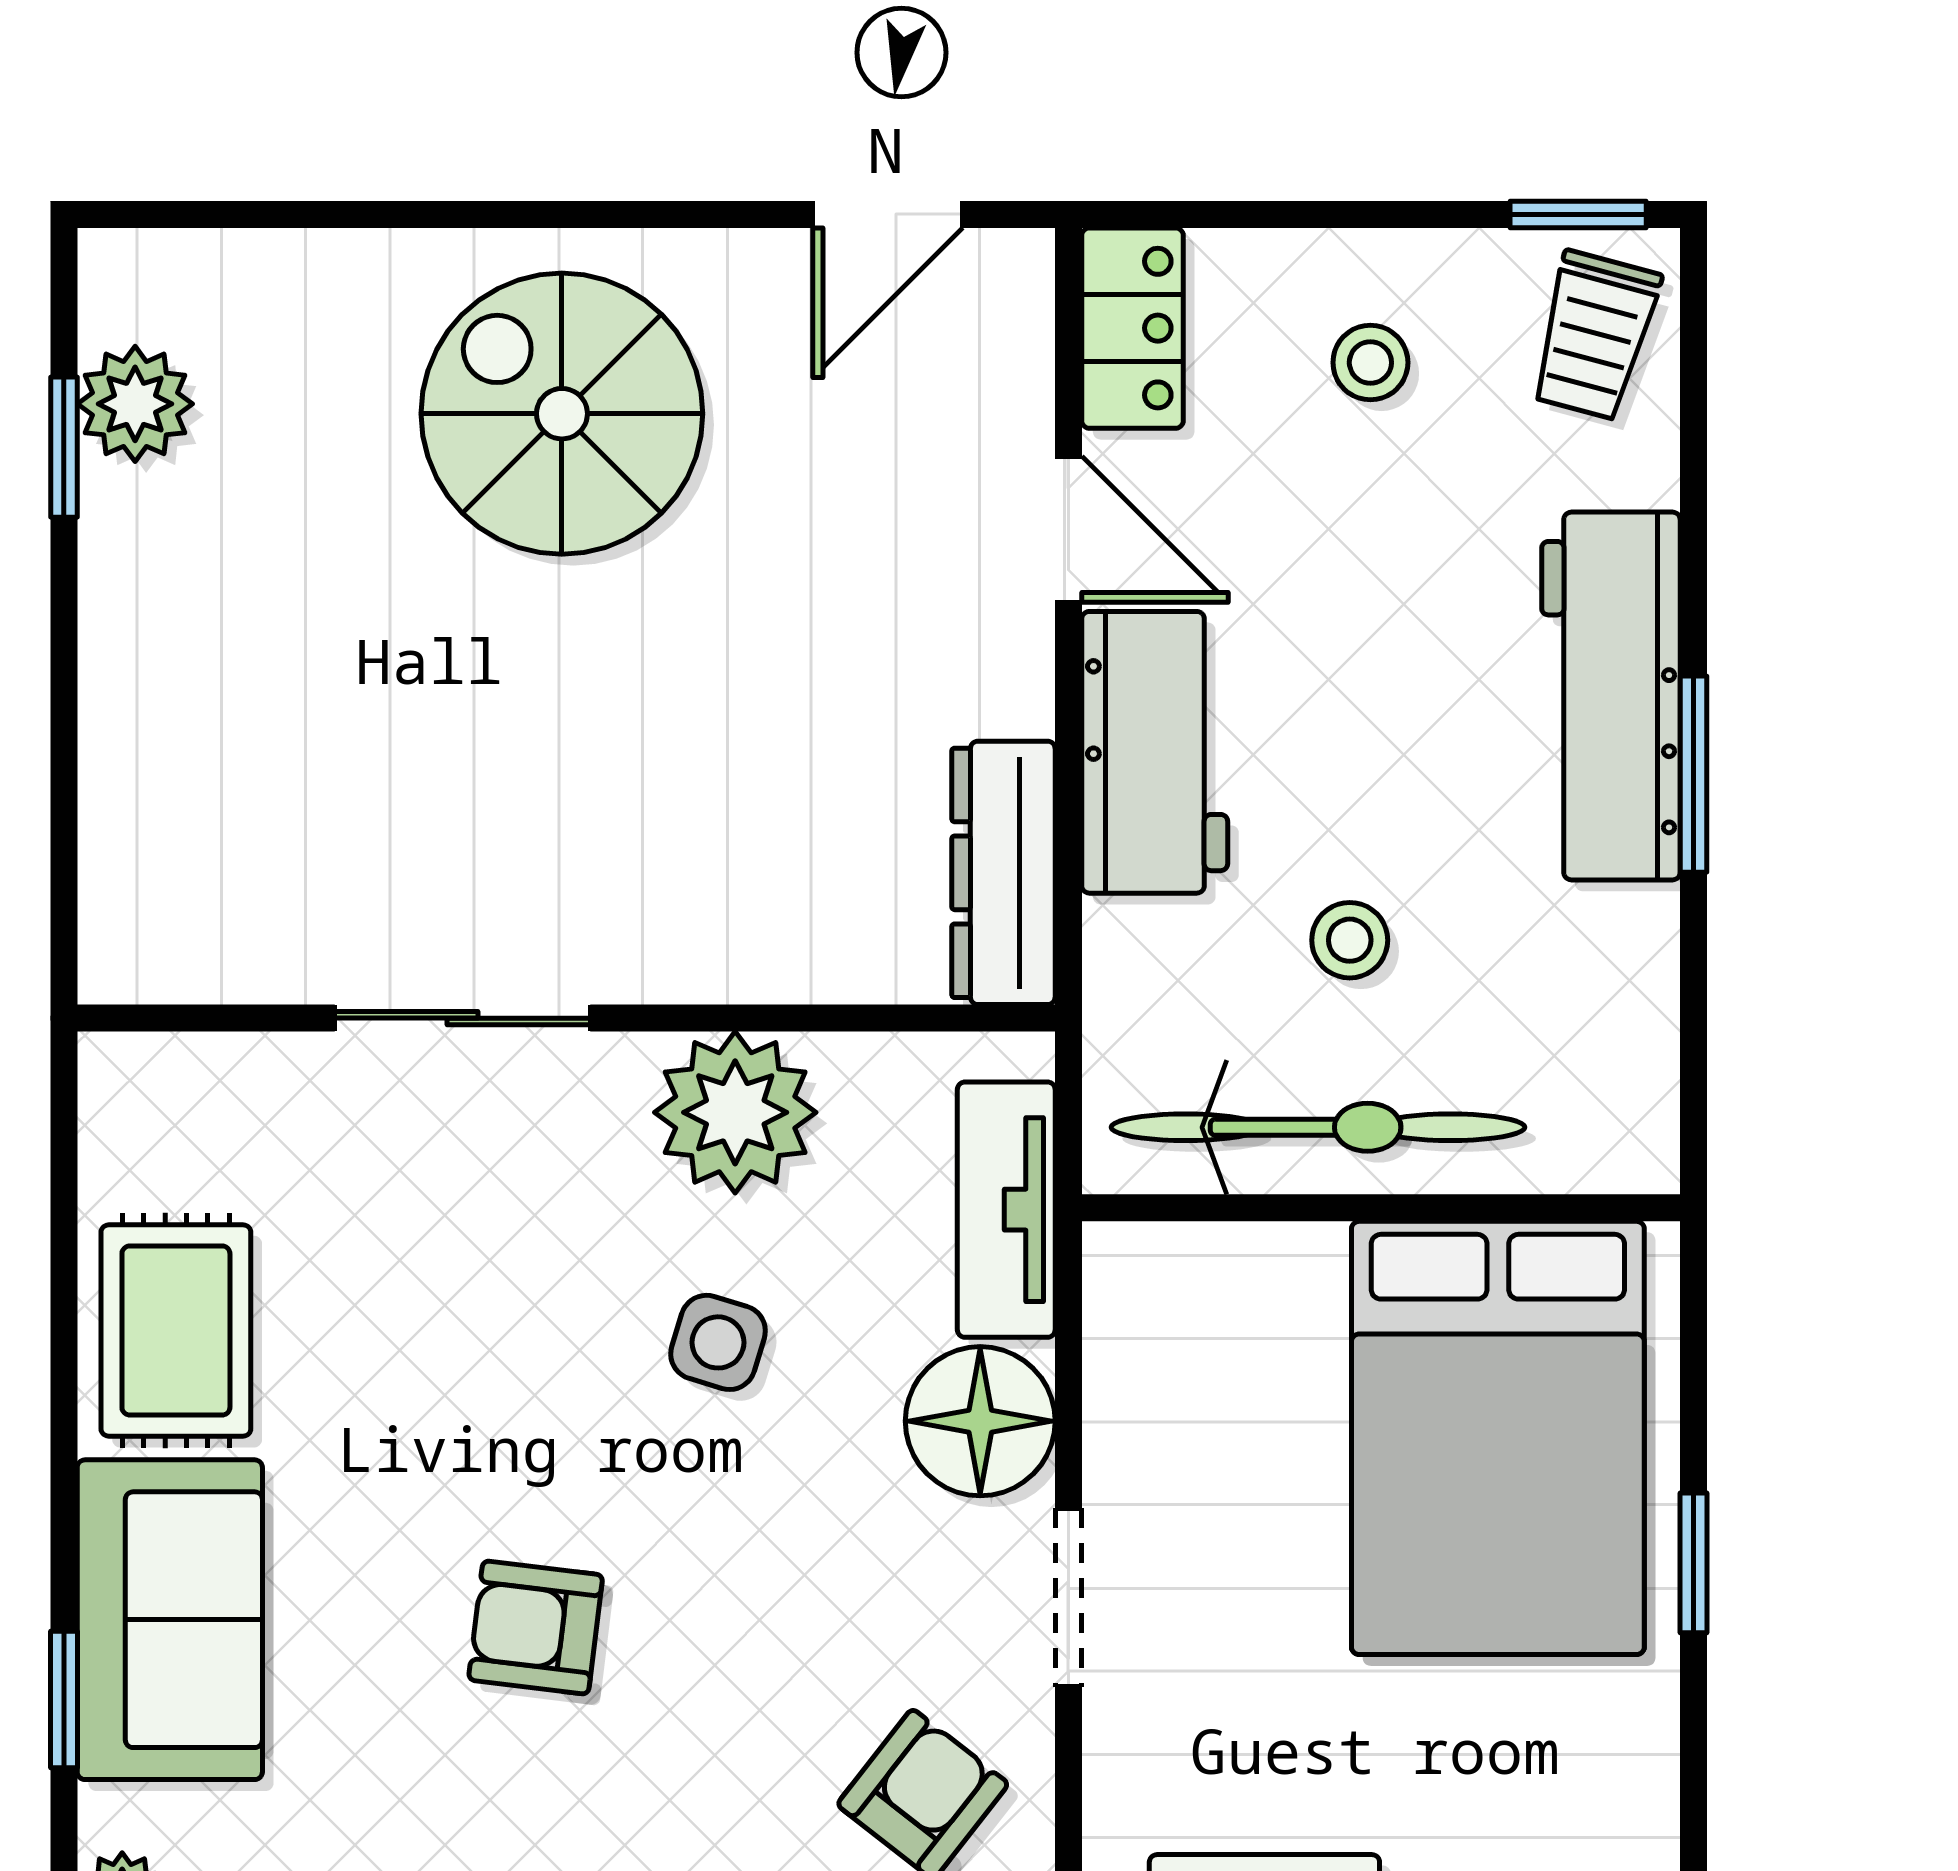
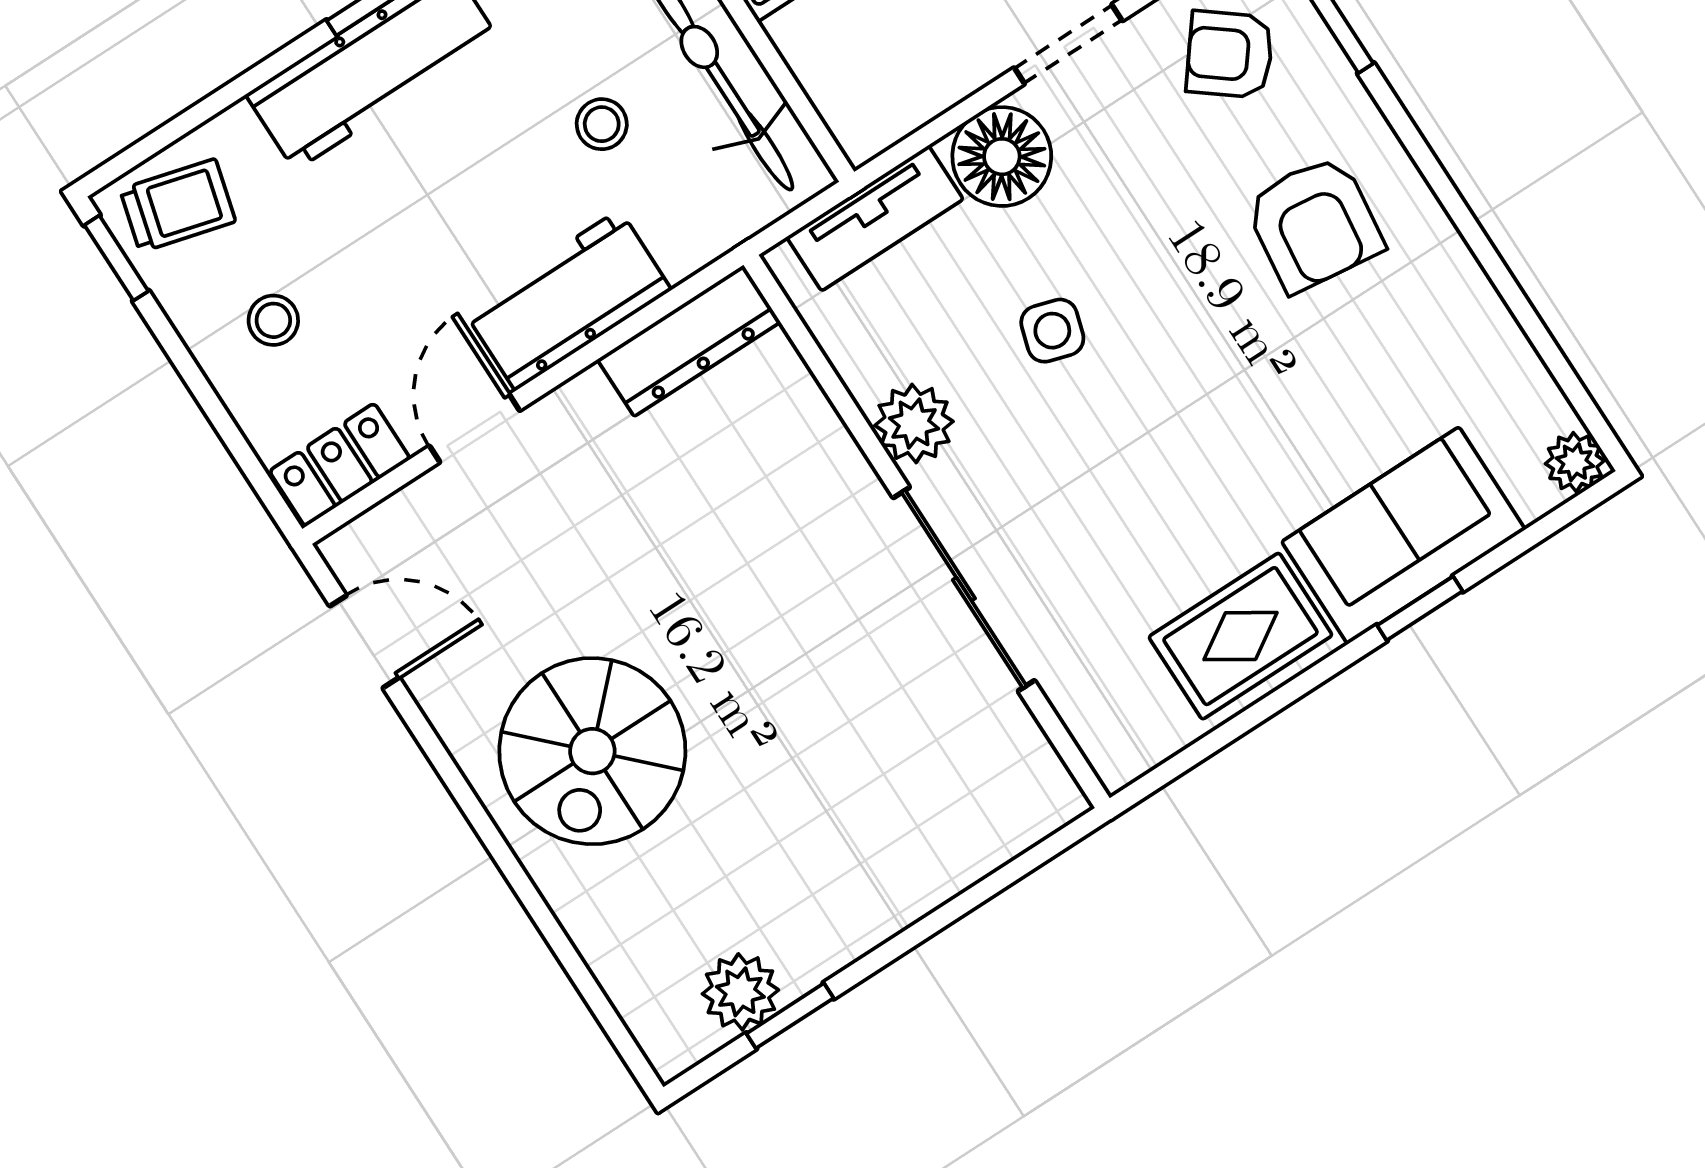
sliding door: (463, 1018) -> (964, 589), width x1.37
plant: (735, 1112) -> (914, 423), width x0.73, depth x0.73
armchair: (536, 1627) -> (1314, 224), moved, width x1.38, depth x1.38
window: (64, 1699) -> (1420, 608), moved

